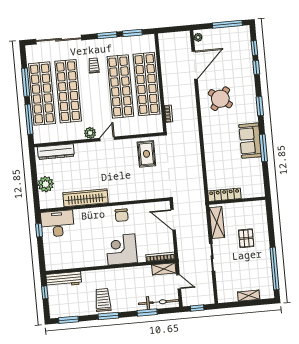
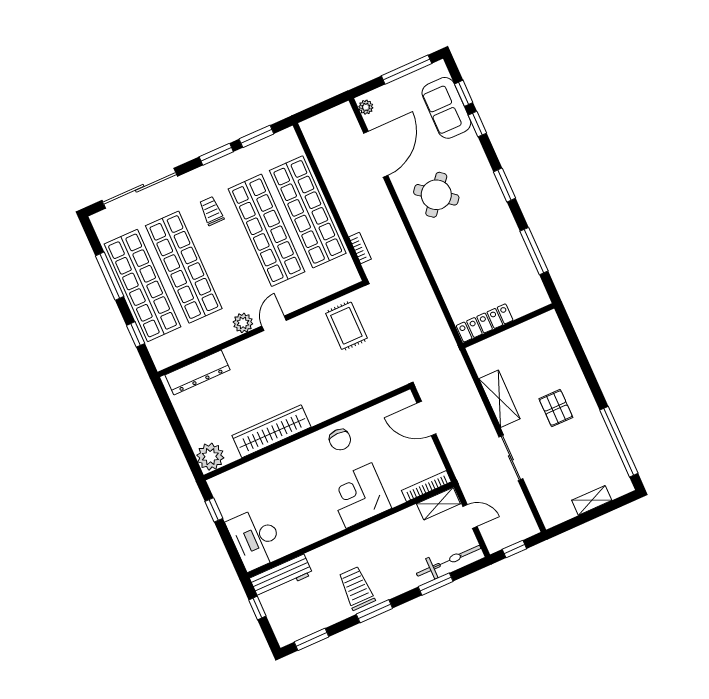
window: (29, 119) -> (136, 334), width x0.46
sofa: (250, 141) -> (446, 108), moved
plant: (46, 184) -> (210, 457), moved
locker: (224, 195) -> (485, 323), moved
wall: (237, 201) -> (509, 326), moved
desk: (57, 224) -> (256, 539), moved, turned -90

